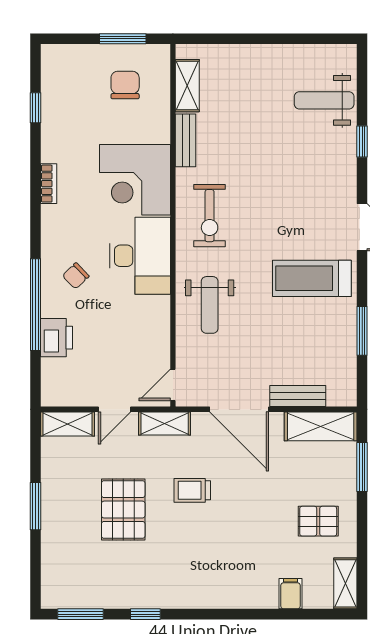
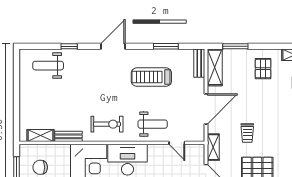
weight bench: (324, 100) -> (48, 66), turned 90
treadmill: (312, 278) -> (151, 77), moved, turned 90
door: (173, 385) -> (177, 143), moved
bench: (298, 396) -> (199, 63), moved

